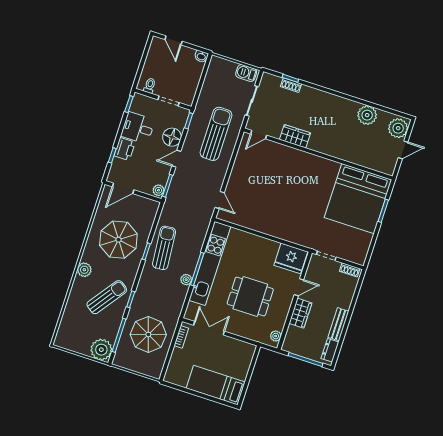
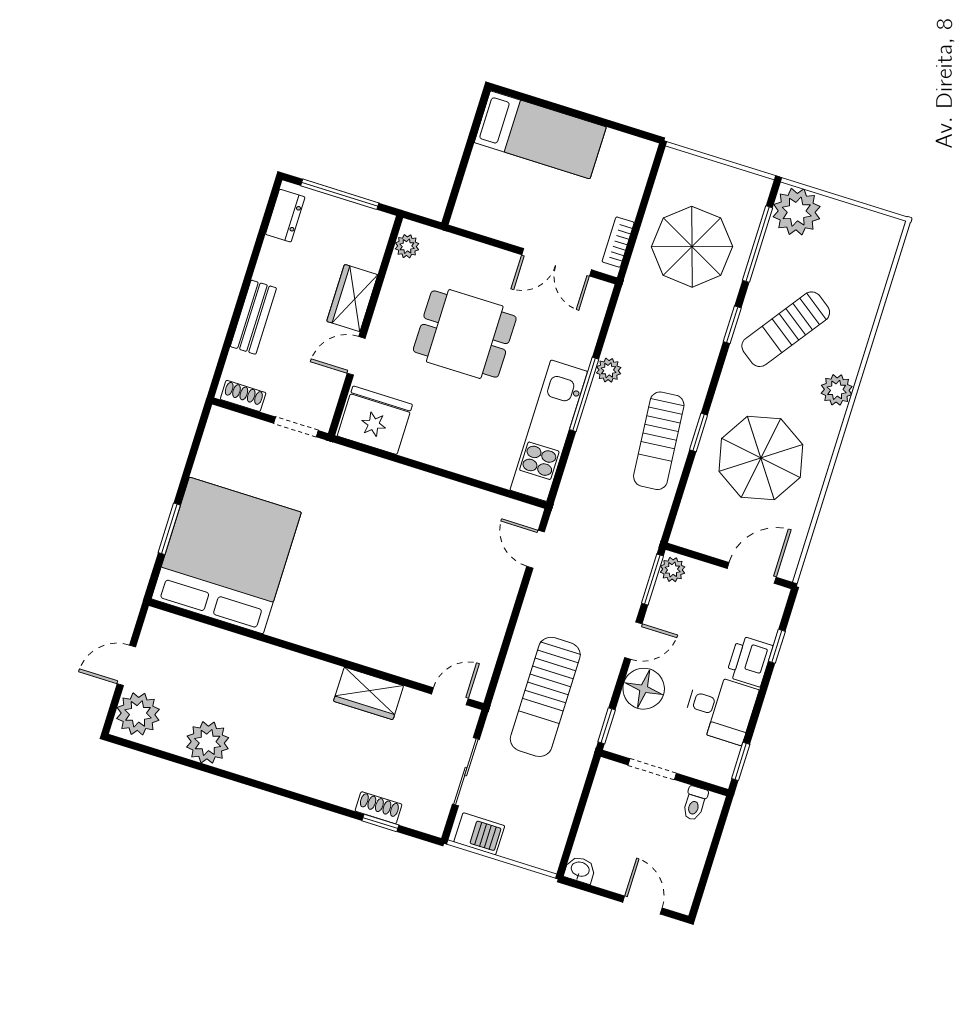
kitchen unit: (210, 263) -> (549, 431), width x0.73
bench: (338, 324) -> (253, 317), moved

